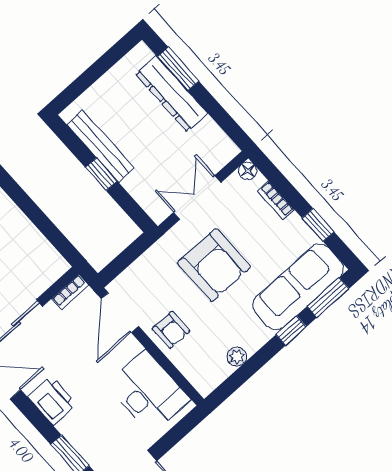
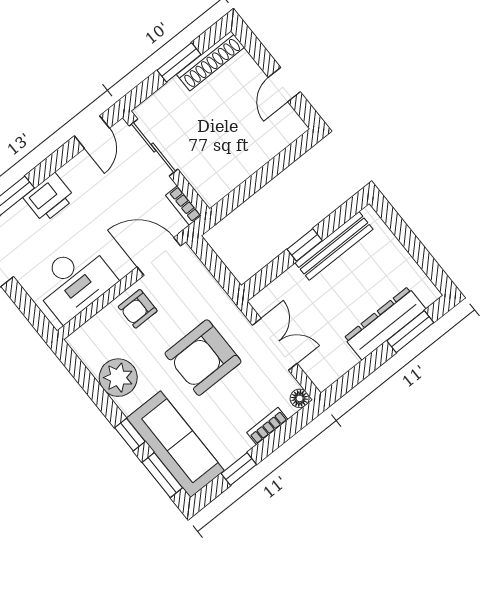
plant: (237, 357) -> (118, 378), width x1.88, depth x1.88
printer: (52, 400) -> (49, 198), moved

